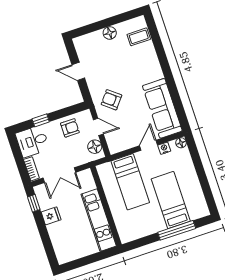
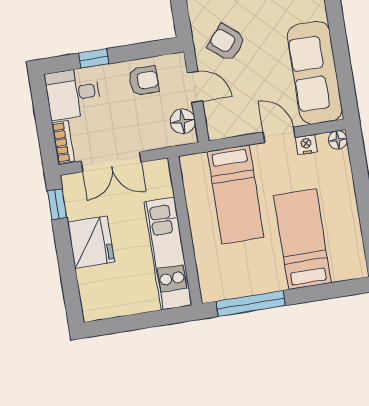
door: (149, 145) -> (279, 135), hinge flipped
fridge: (51, 216) -> (91, 242), width x1.88, depth x1.34
window: (177, 230) -> (251, 303), moved

